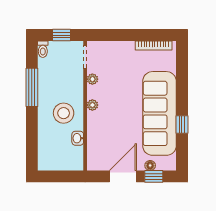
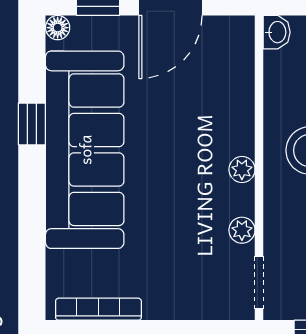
washbasin: (78, 138) -> (277, 32), moved
floor lamp: (150, 165) -> (58, 28), moved

